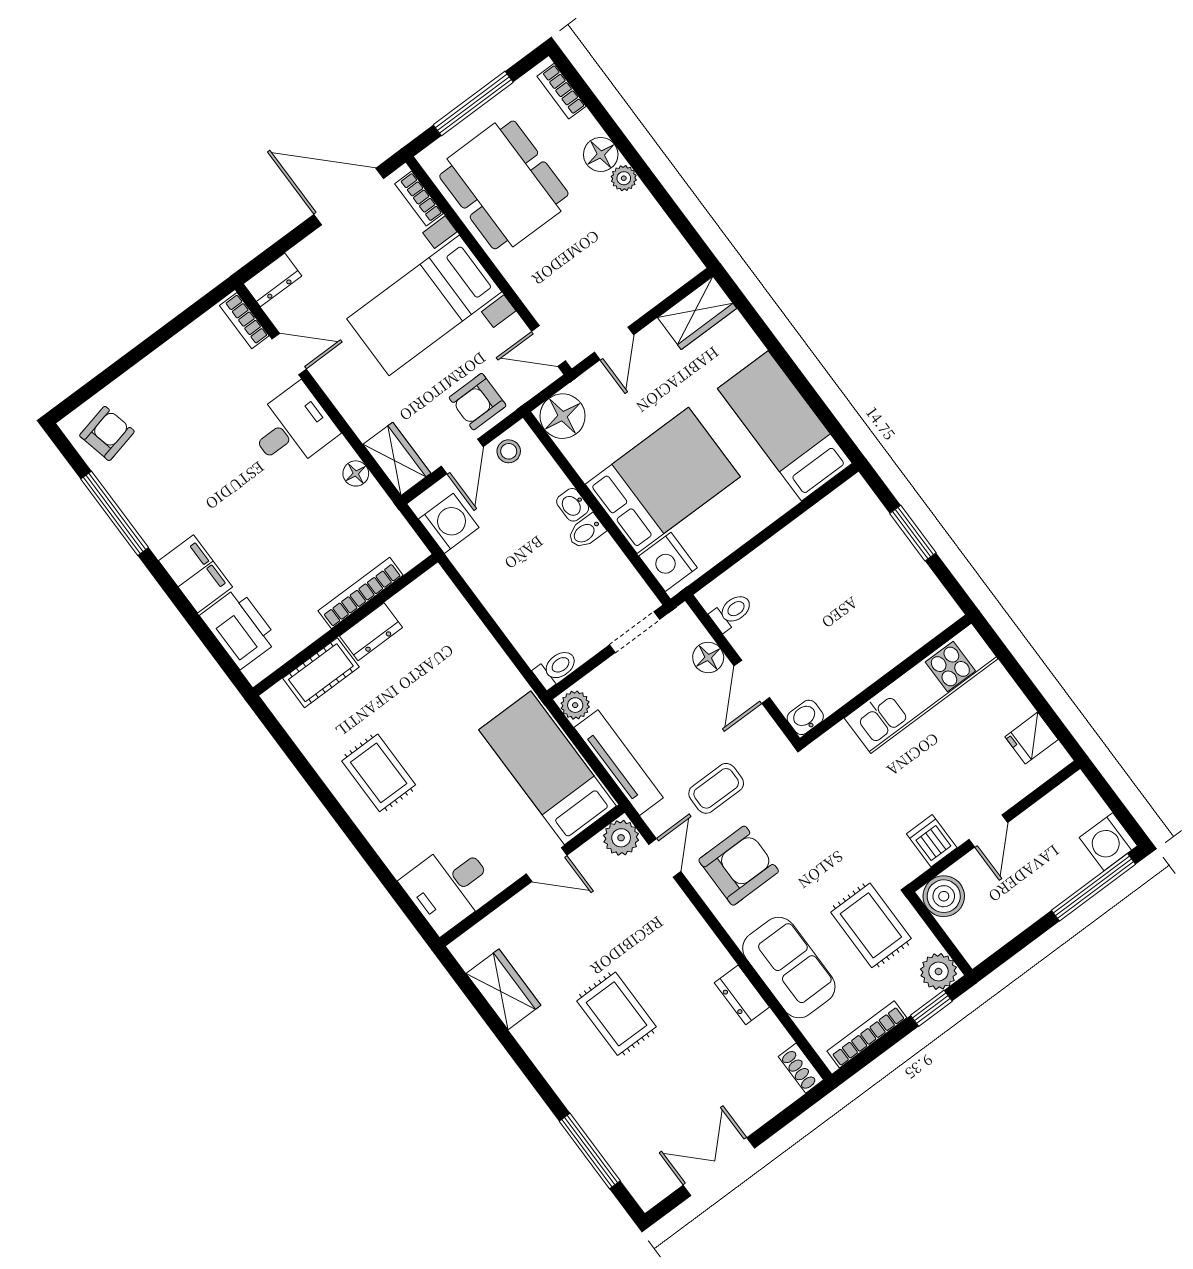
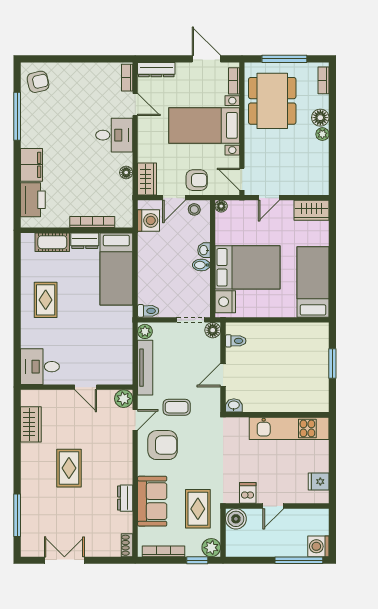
door: (349, 196) -> (206, 59), width x0.73
dresser: (273, 280) -> (156, 70), width x1.44
armchair: (478, 402) -> (197, 180), turned 180
floor lamp: (563, 416) -> (221, 206), width x0.53, depth x0.53
floor lamp: (708, 658) -> (213, 330), moved
bed: (548, 768) -> (116, 269), moved, turned 180

